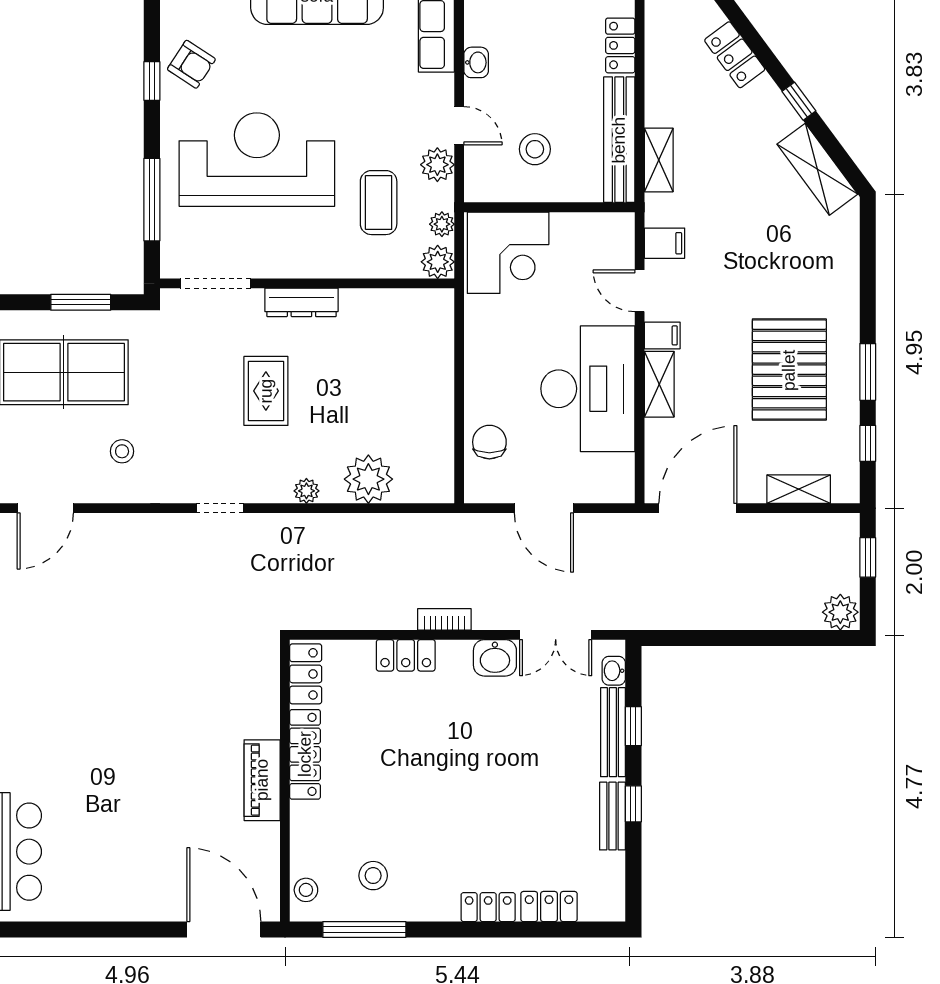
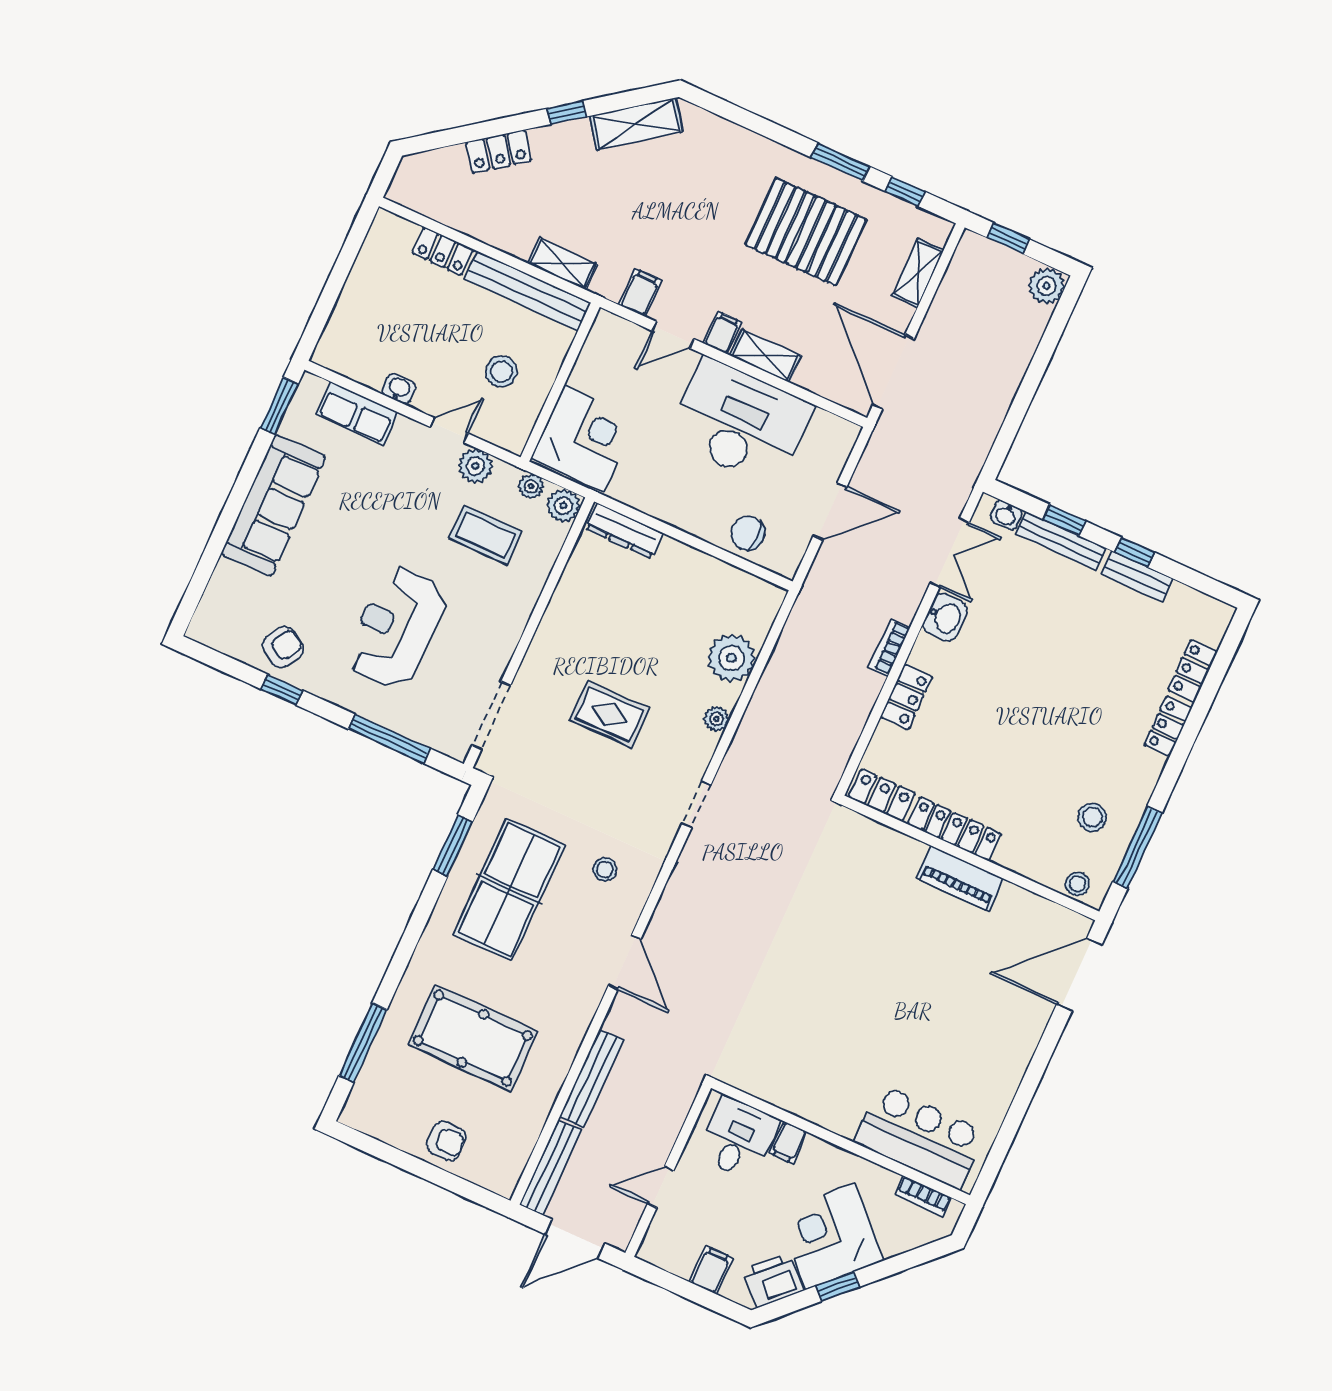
reception desk: (257, 160) -> (396, 627), width x0.74, depth x0.77
dresser: (301, 302) -> (624, 531), moved, turned 90

